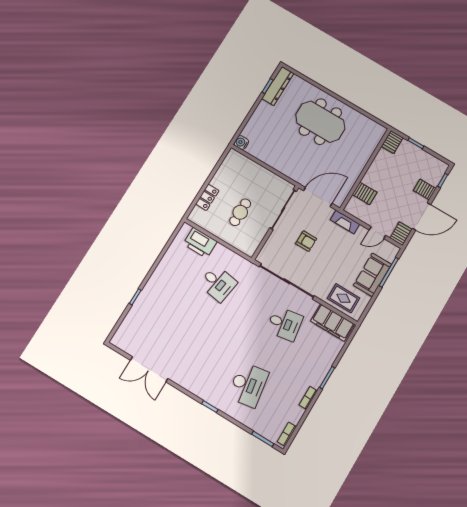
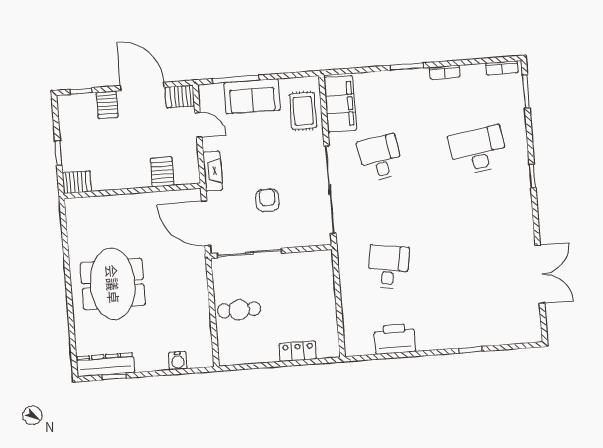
water cooler: (241, 143) -> (178, 361), moved
cafe table: (240, 212) -> (239, 310), moved
printer: (200, 243) -> (395, 339), moved, turned -90

